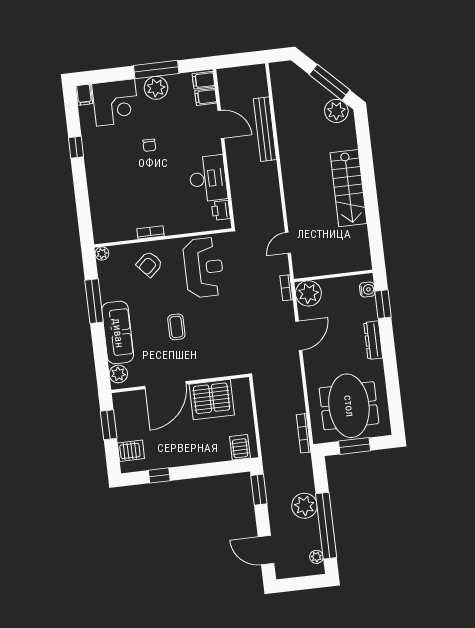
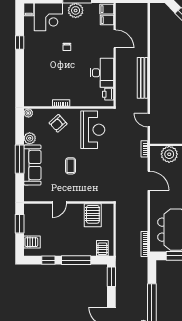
bench: (265, 129) -> (143, 78), moved
door: (288, 243) -> (149, 120), hinge flipped
plant: (308, 293) -> (169, 154), moved
window: (94, 301) -> (20, 159), moved
door: (299, 336) -> (149, 181), hinge flipped
plant: (118, 374) -> (30, 138), moved
door: (165, 385) -> (59, 203), width x0.53
server rack: (212, 400) -> (93, 215), width x0.62
window: (202, 470) -> (76, 260), added
plant: (304, 506) -> (139, 291), removed

